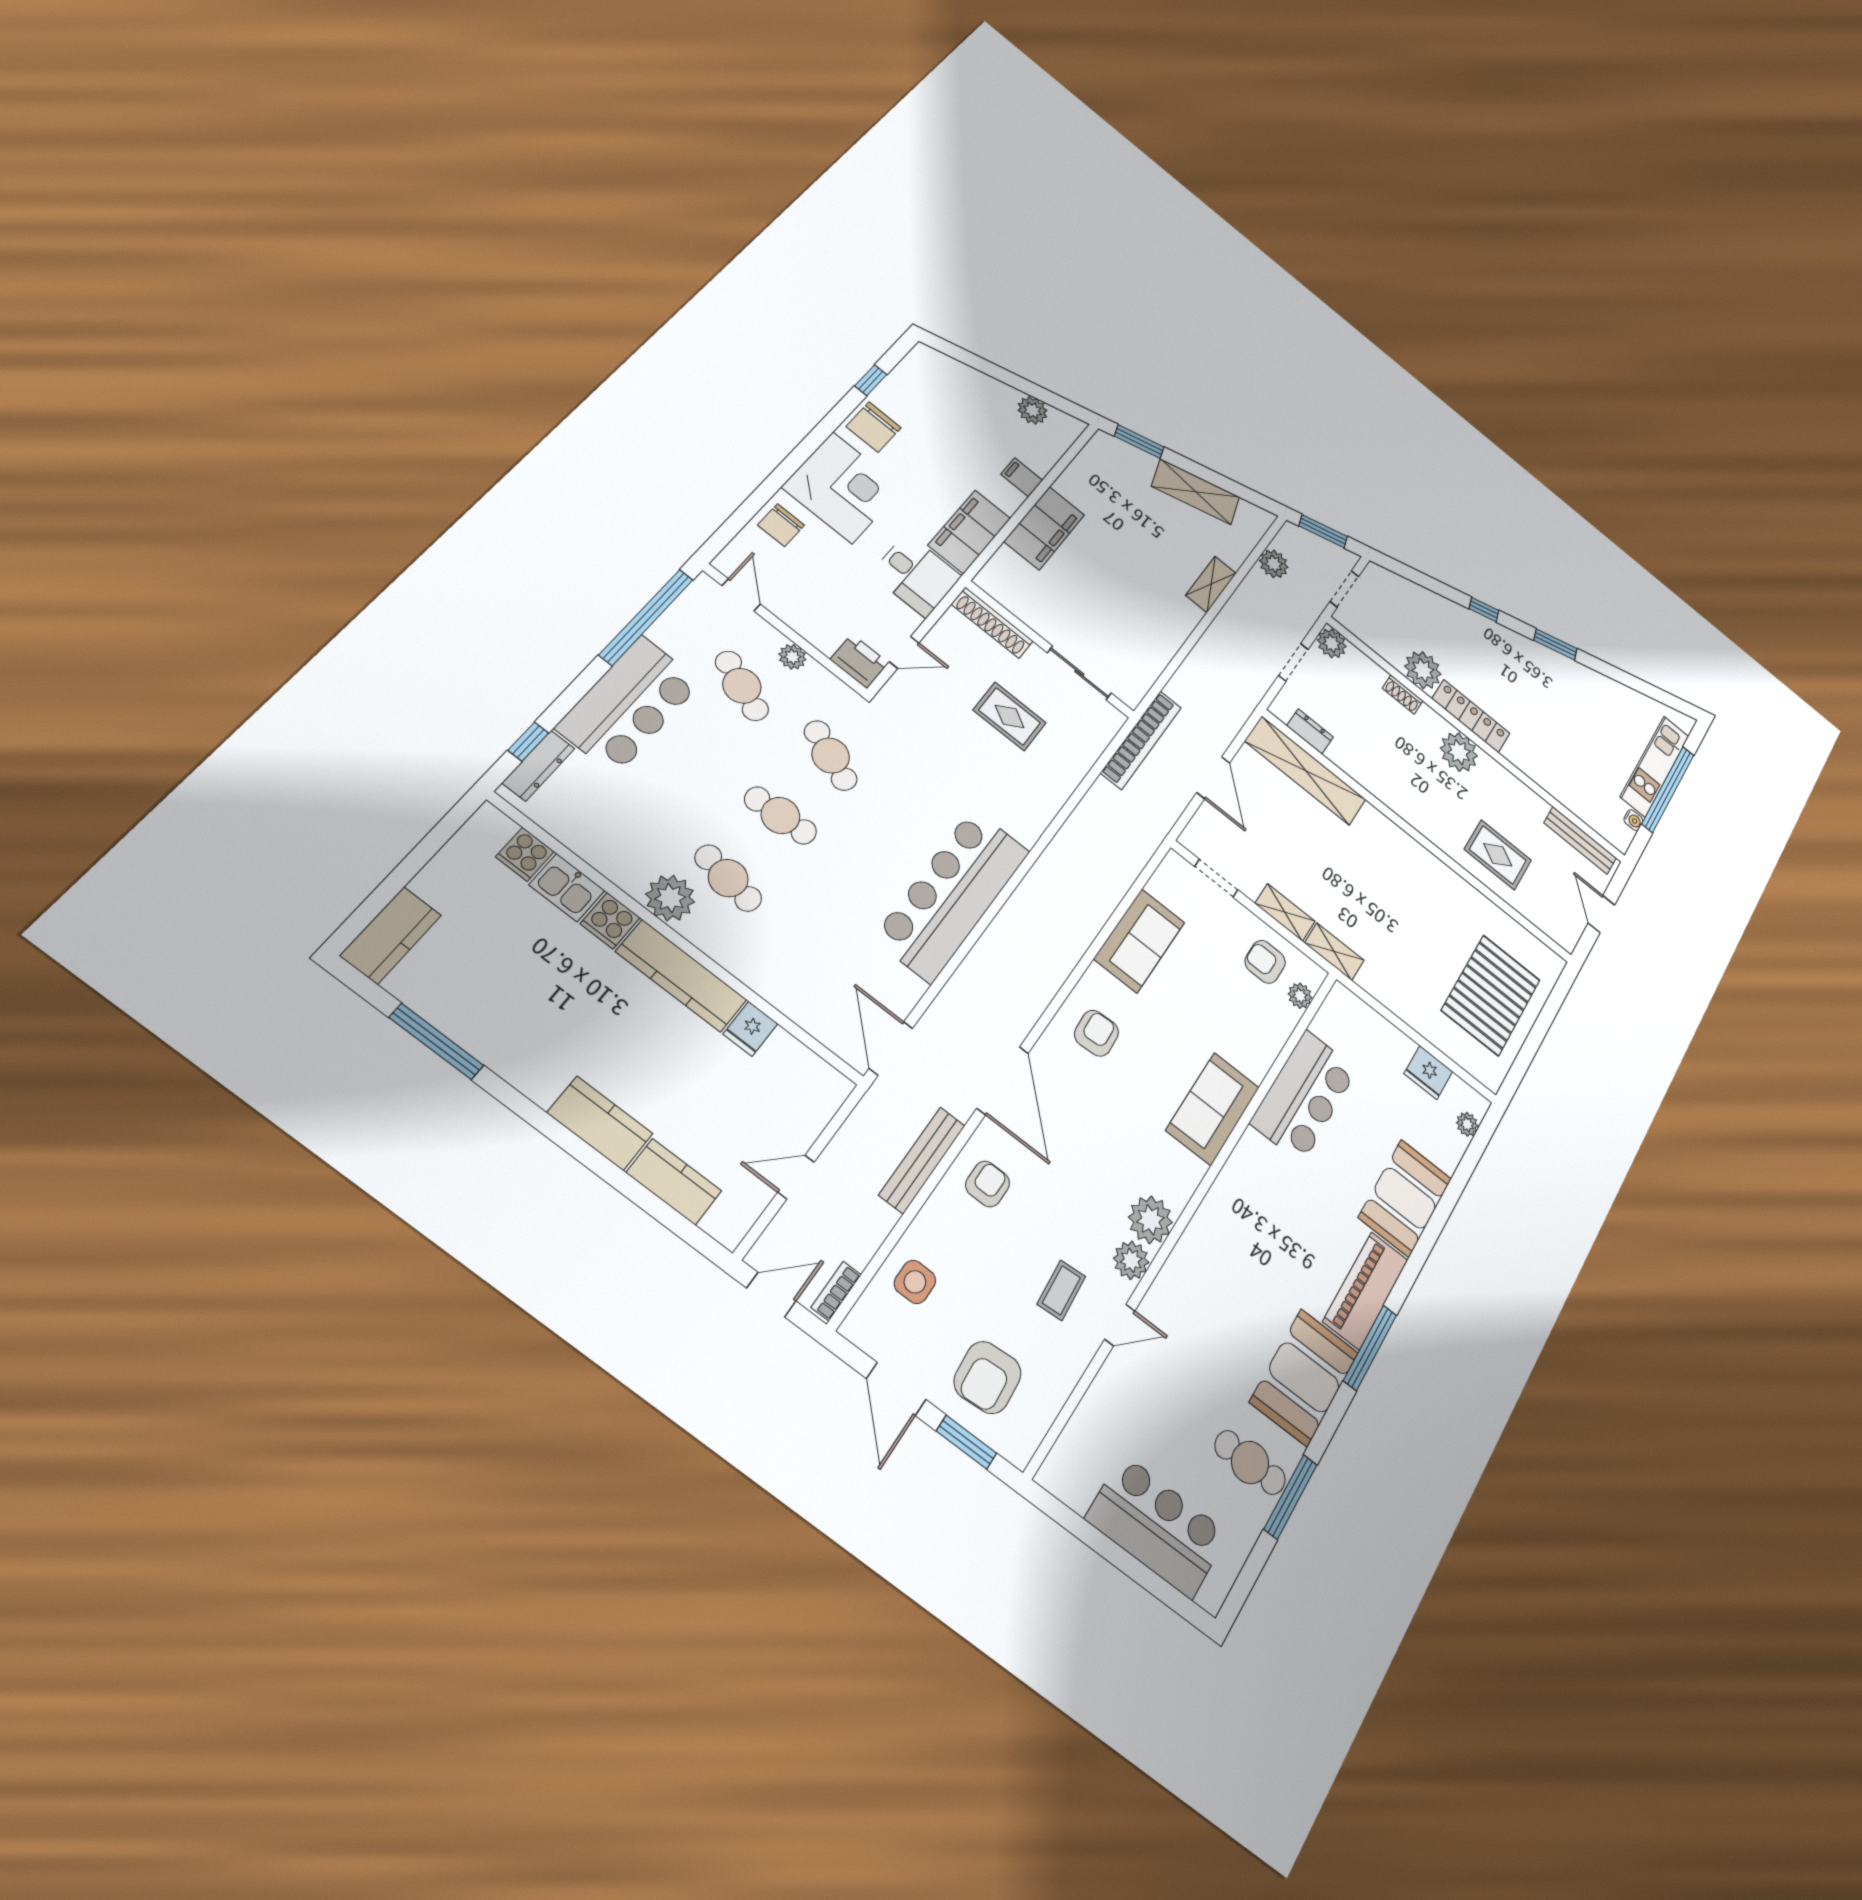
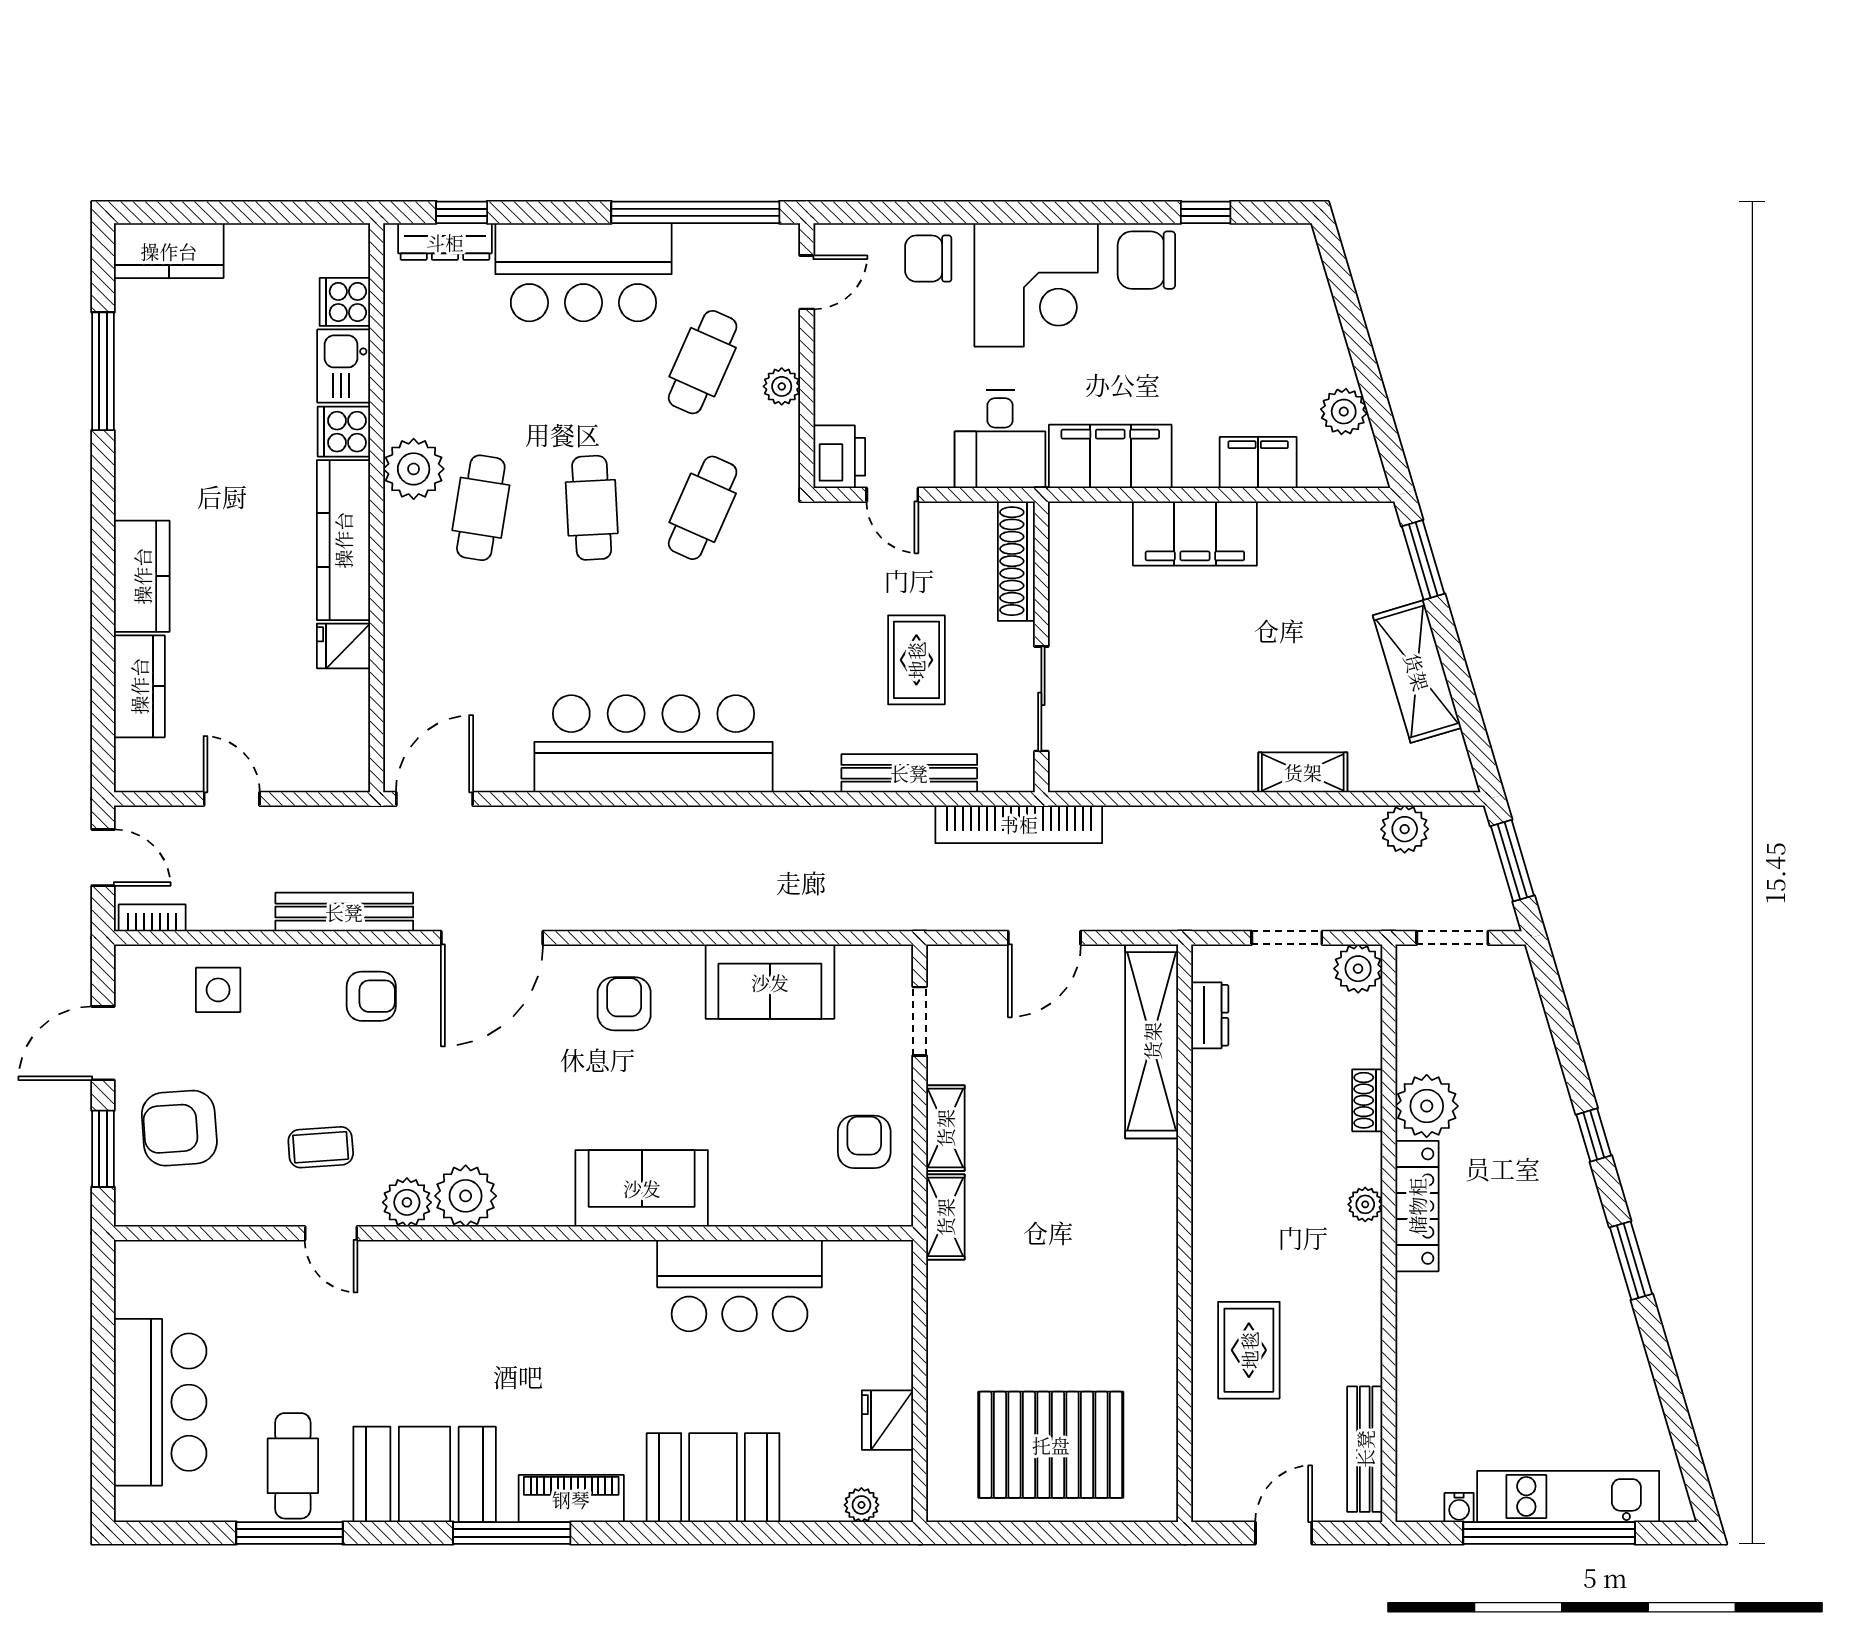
filing cabinet: (1022, 477) -> (1258, 463), width x2.00
plant: (1459, 752) -> (1365, 1204), width x0.53, depth x0.53
bench: (1072, 772) -> (909, 773), added
plant: (1300, 996) -> (857, 1208), removed
armchair: (1096, 1033) -> (624, 1004), turned -87
piano: (1366, 1291) -> (571, 1499), width x0.73, depth x0.75

